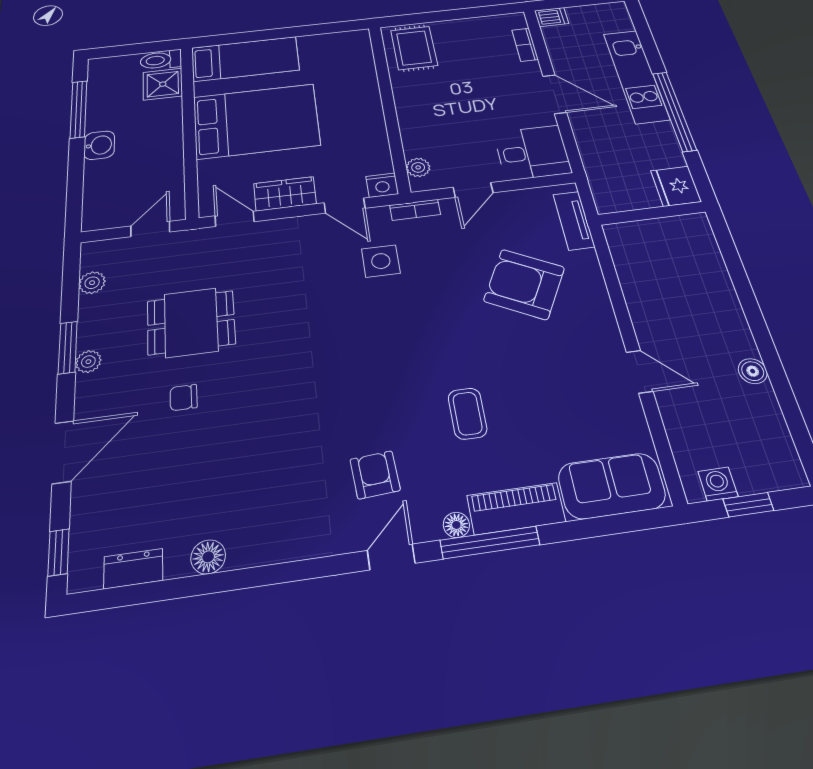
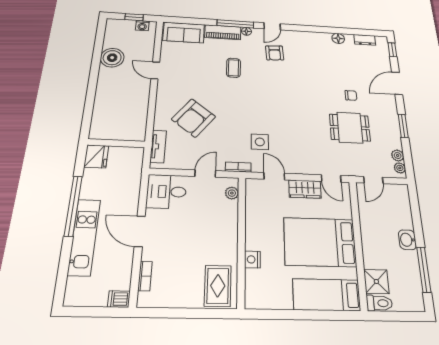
nightstand: (382, 185) -> (252, 259), moved, turned -90
armchair: (524, 284) -> (193, 118), turned 100
plant: (88, 362) -> (400, 168), moved
boiler: (753, 371) -> (112, 58), width x1.86, depth x1.86

